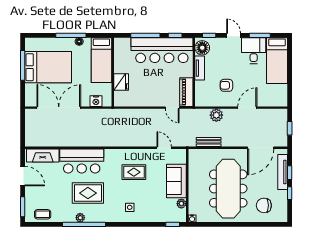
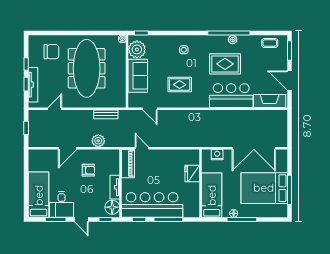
door: (261, 148) -> (55, 109), width x0.53
plant: (181, 204) -> (137, 49), width x1.88, depth x1.88

